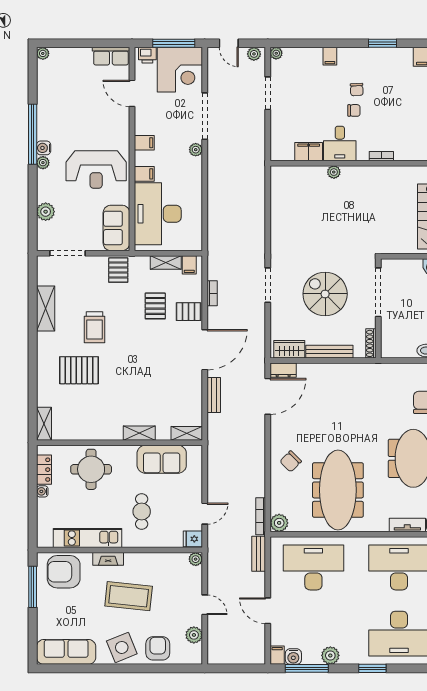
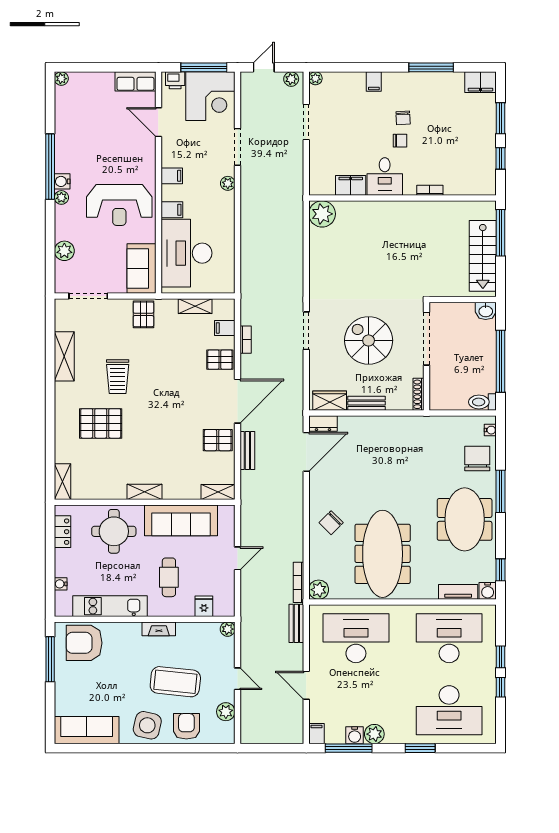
door: (229, 43) -> (264, 67), swing flipped
window: (382, 43) -> (431, 67), width x1.44
doorway: (205, 116) -> (238, 147), width x0.73
plant: (334, 172) -> (322, 214), moved, width x1.88, depth x1.88
filing cabinet: (189, 265) -> (225, 328), moved, turned 90
pallet: (155, 306) -> (218, 440), moved, turned 90
bench: (329, 352) -> (367, 403), width x0.73
shelving: (139, 433) -> (144, 492), moved
sofa: (162, 459) -> (181, 520), width x1.36
water cooler: (42, 491) -> (61, 584), moved
door: (205, 514) -> (238, 558), moved
fridge: (193, 539) -> (204, 606), moved, turned 90
fireplace: (108, 559) -> (159, 629), moved
coffee table: (129, 596) -> (175, 682), moved
side table: (122, 647) -> (147, 725), turned 35
water cooler: (293, 657) -> (355, 735), moved

